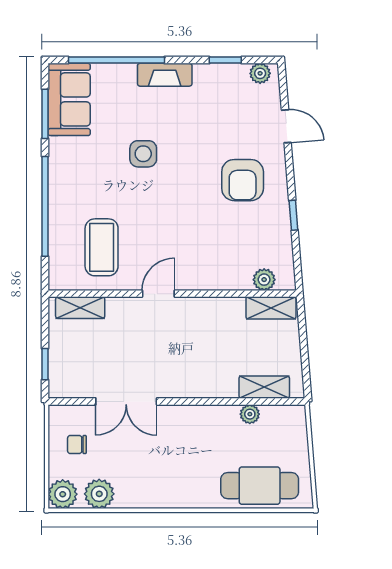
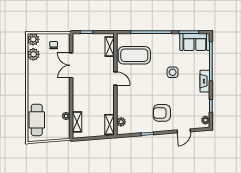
coffee table: (102, 247) -> (134, 55), width x1.36, depth x1.32

